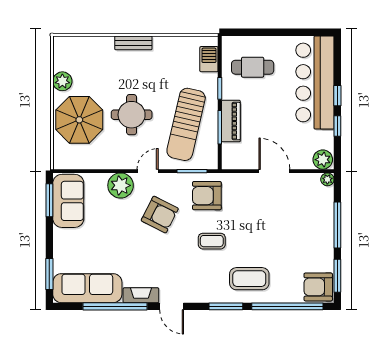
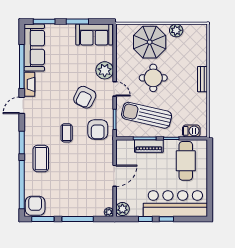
cafe table: (253, 67) -> (186, 161), width x1.37, depth x1.35
armchair: (207, 196) -> (98, 130), turned 180
window: (49, 200) -> (77, 22), moved

